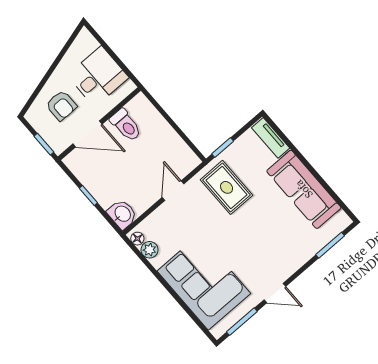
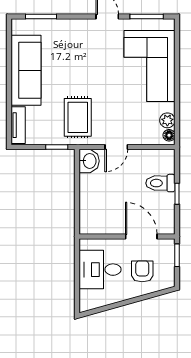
toilet: (126, 125) -> (160, 183), moved, turned -90
washbasin: (122, 214) -> (89, 161), moved, turned 180

